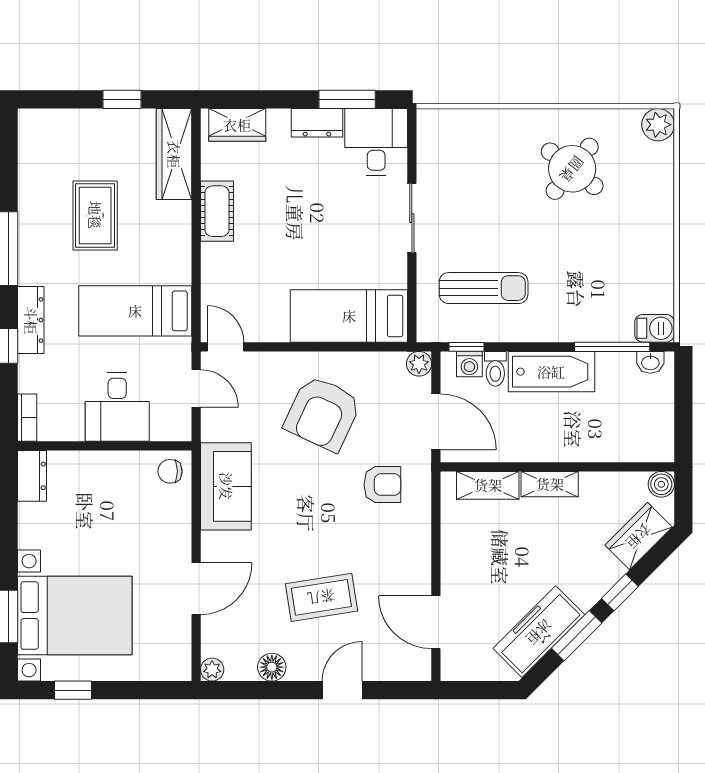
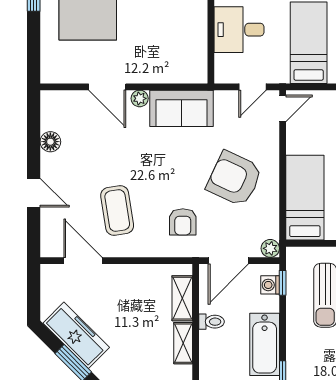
toilet: (495, 369) -> (212, 322), moved, turned 180
chair: (170, 471) -> (192, 68), removed
coffee table: (321, 597) -> (117, 211), moved
door: (436, 622) -> (83, 261), hinge flipped
plant: (212, 670) -> (140, 98), moved

